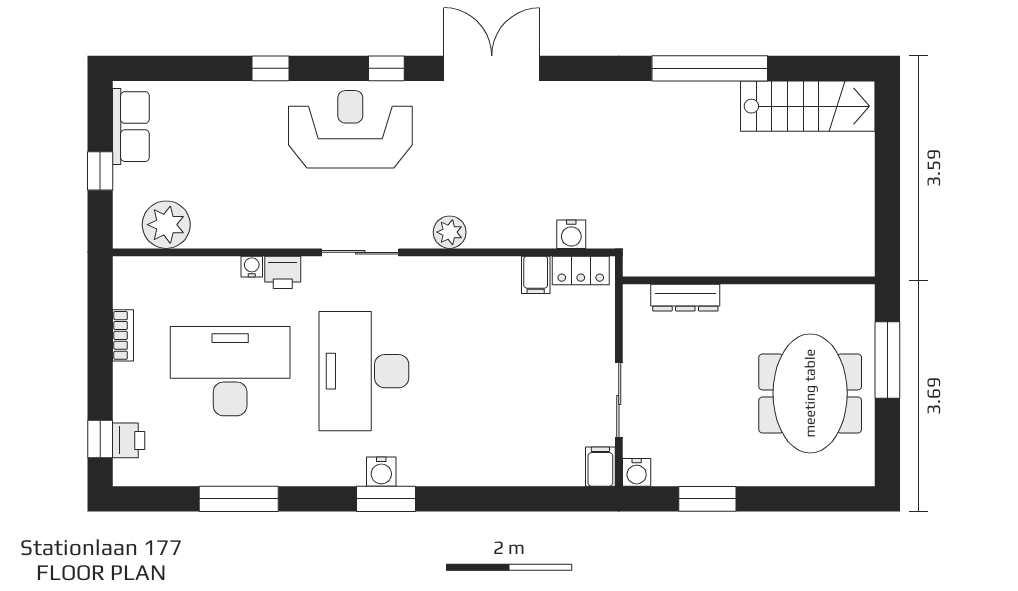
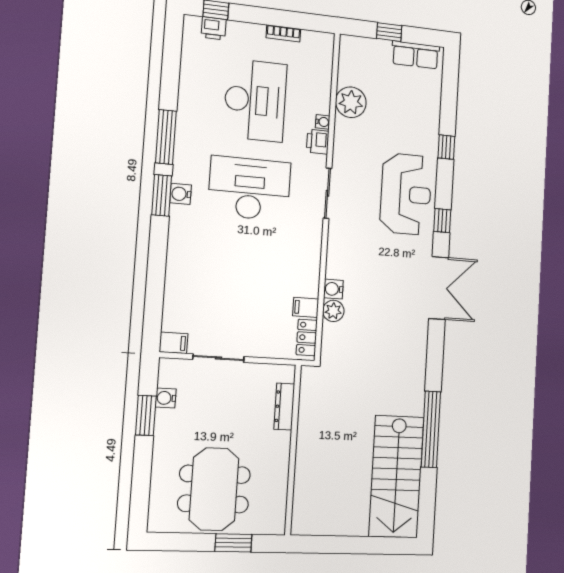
stairs: (808, 106) -> (396, 476), width x1.36, depth x1.51
plant: (166, 225) -> (351, 102), moved
plant: (450, 232) -> (333, 311), moved
water cooler: (571, 234) -> (333, 289), moved
window: (887, 360) -> (233, 543), width x0.69
meeting table: (810, 393) -> (214, 489), turned 90
water cooler: (637, 472) -> (166, 398), moved
window: (239, 499) -> (166, 137), moved

